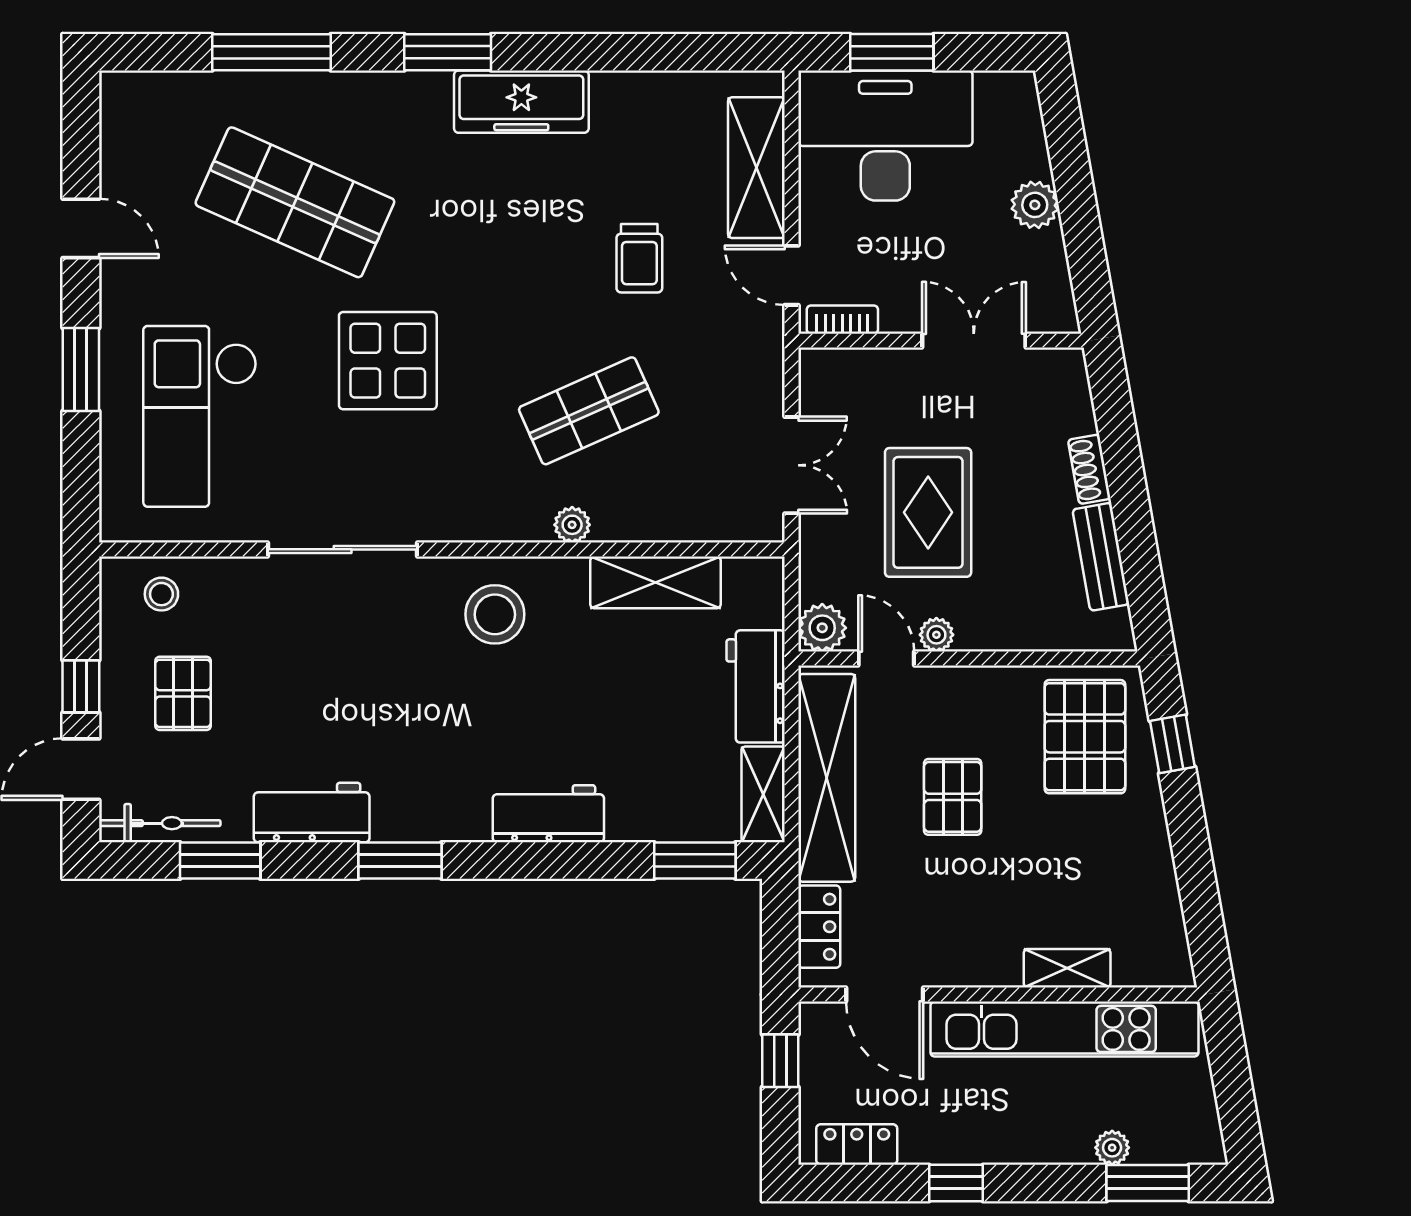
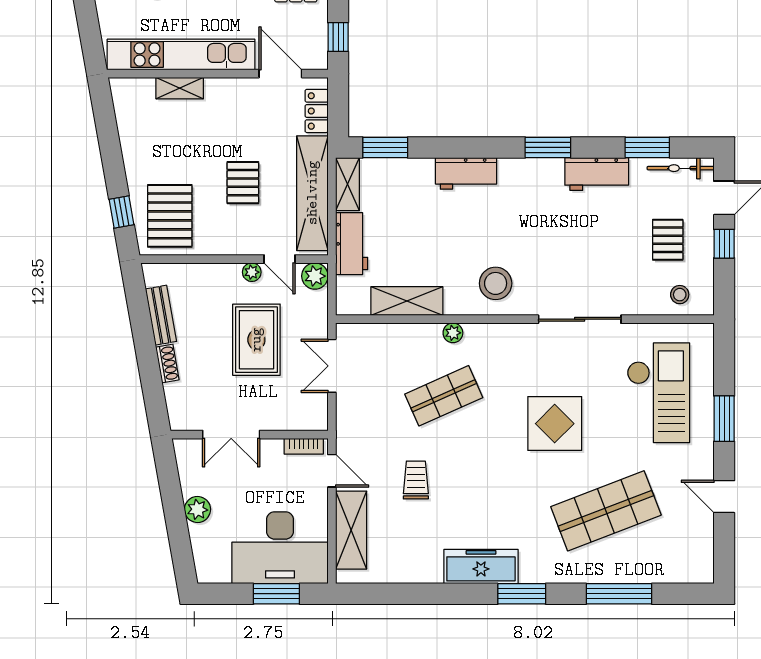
shop shelf: (295, 202) -> (606, 511), turned -45

